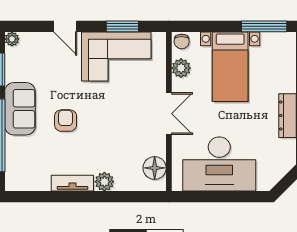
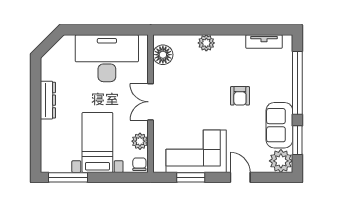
plant: (12, 39) -> (281, 161), width x1.88, depth x1.88
sofa: (20, 109) -> (279, 125), moved
tv unit: (72, 183) -> (264, 42), moved

